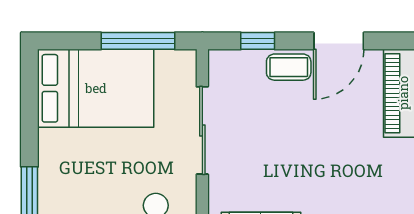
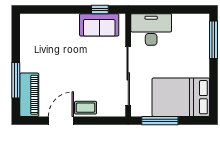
window: (258, 41) -> (101, 121), removed
sliding door: (202, 130) -> (128, 76), width x1.36

